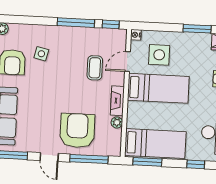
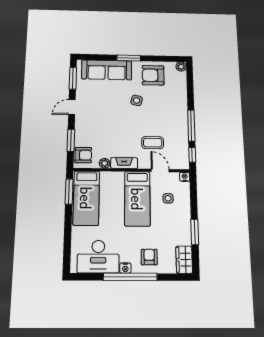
side table: (41, 54) -> (137, 100), moved
side table: (159, 55) -> (168, 198), width x0.54, depth x0.54
armchair: (77, 131) -> (83, 155), moved, width x0.53, depth x0.53
window: (89, 159) -> (71, 140), width x0.69
window: (196, 164) -> (68, 236), removed

